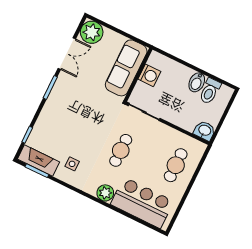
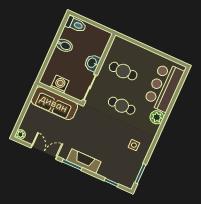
plant: (92, 32) -> (20, 134), width x0.53, depth x0.53
toilet: (210, 91) -> (76, 24), moved
washbasin: (205, 131) -> (92, 63), moved
fireplace: (38, 161) -> (84, 161), moved, turned 90
cafe table: (176, 165) -> (123, 71), moved

